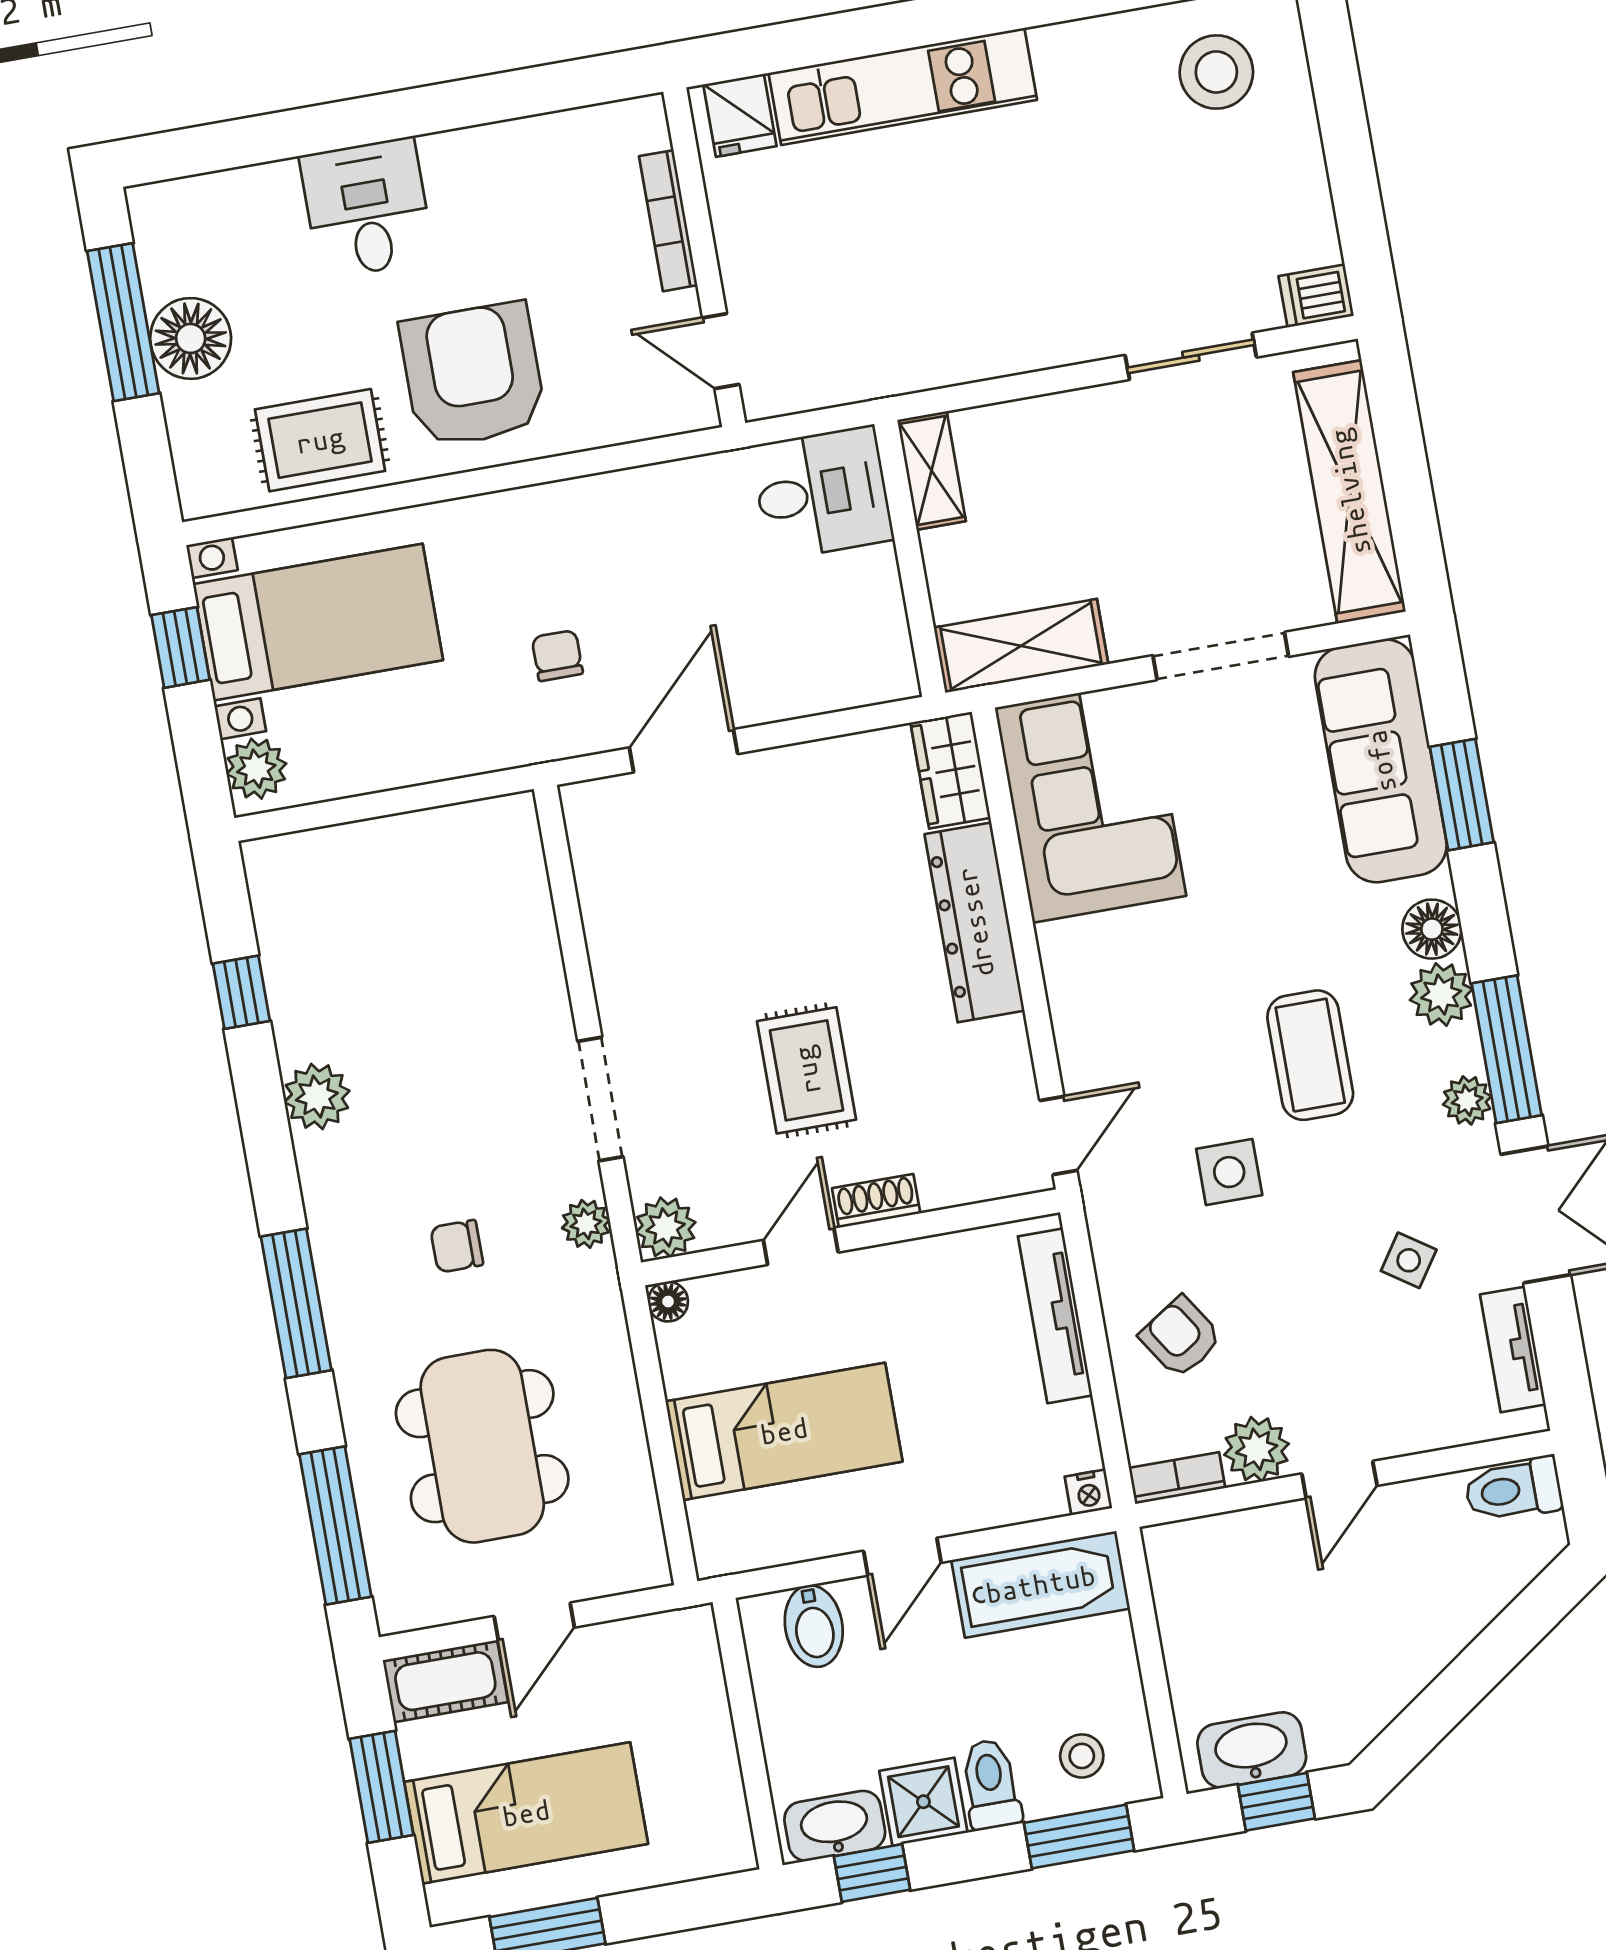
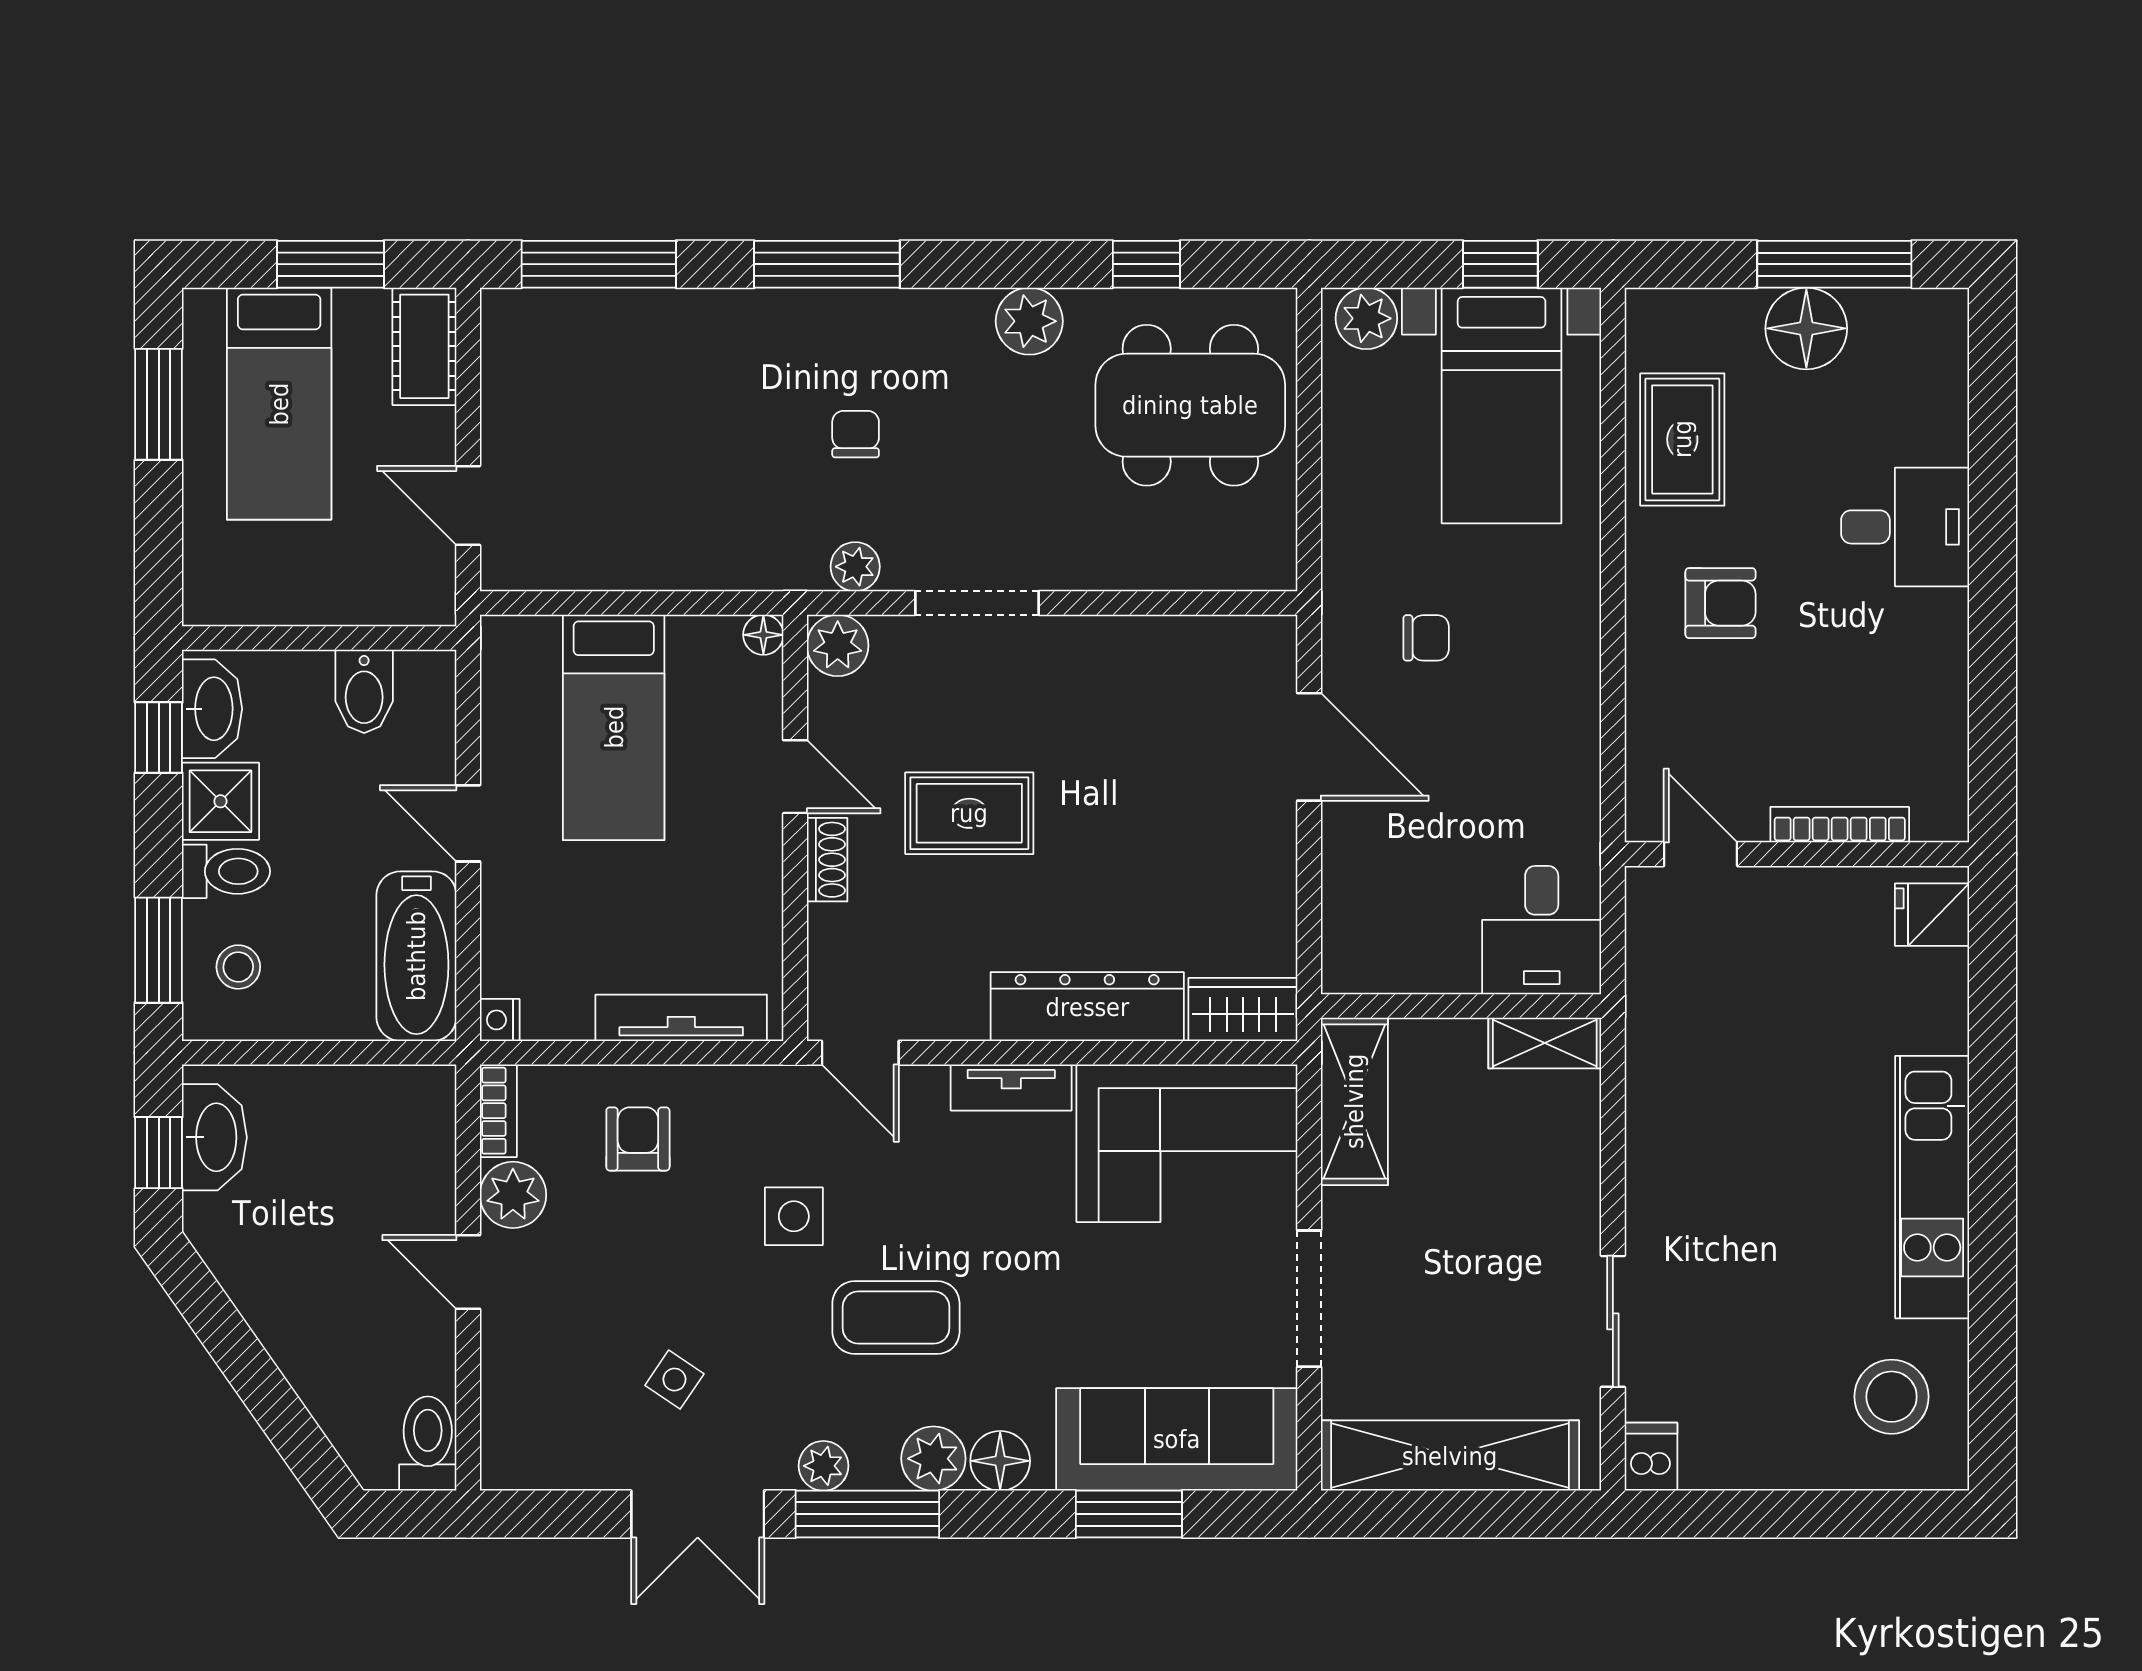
kitchen unit: (903, 86) -> (1932, 1187), moved
door: (721, 351) -> (1701, 854), hinge flipped
armchair: (473, 375) -> (1720, 603), width x0.53, depth x0.53
armchair: (1181, 1337) -> (638, 1139), turned -57
tv unit: (1513, 1349) -> (1011, 1087), moved, turned 180
dining table: (482, 1446) -> (1190, 405), moved
door: (534, 1622) -> (468, 505), moved
bidet: (814, 1626) -> (364, 691), moved, turned -90

